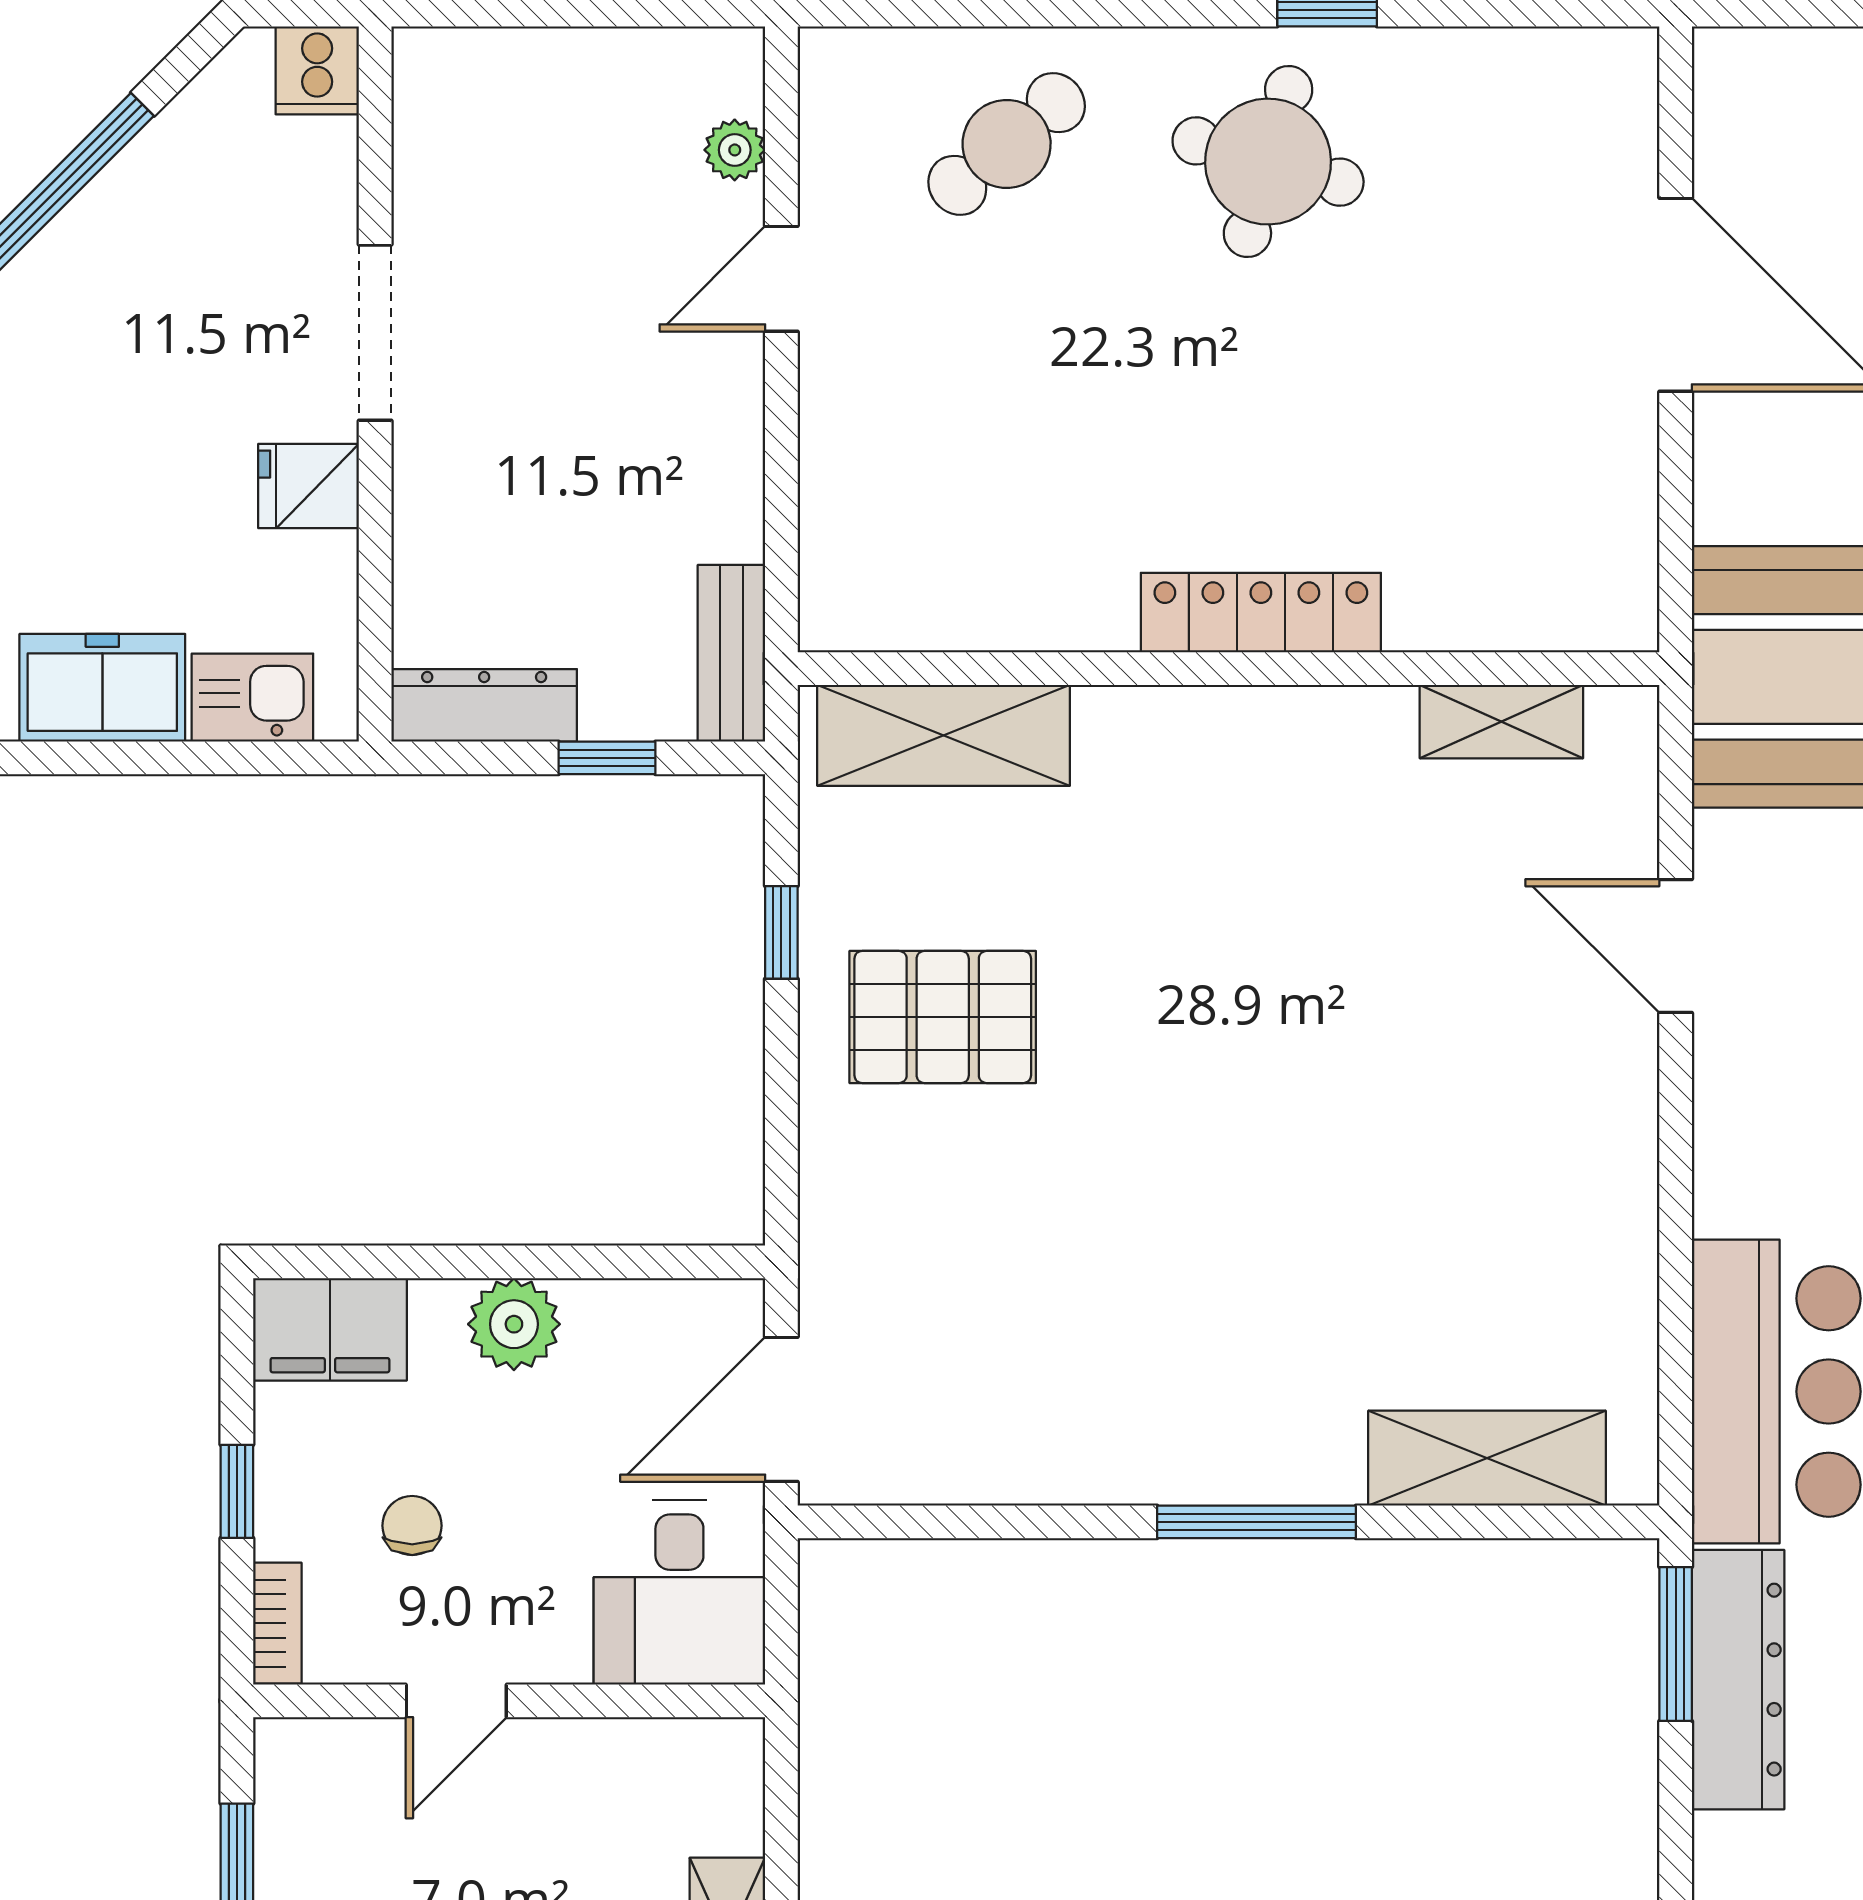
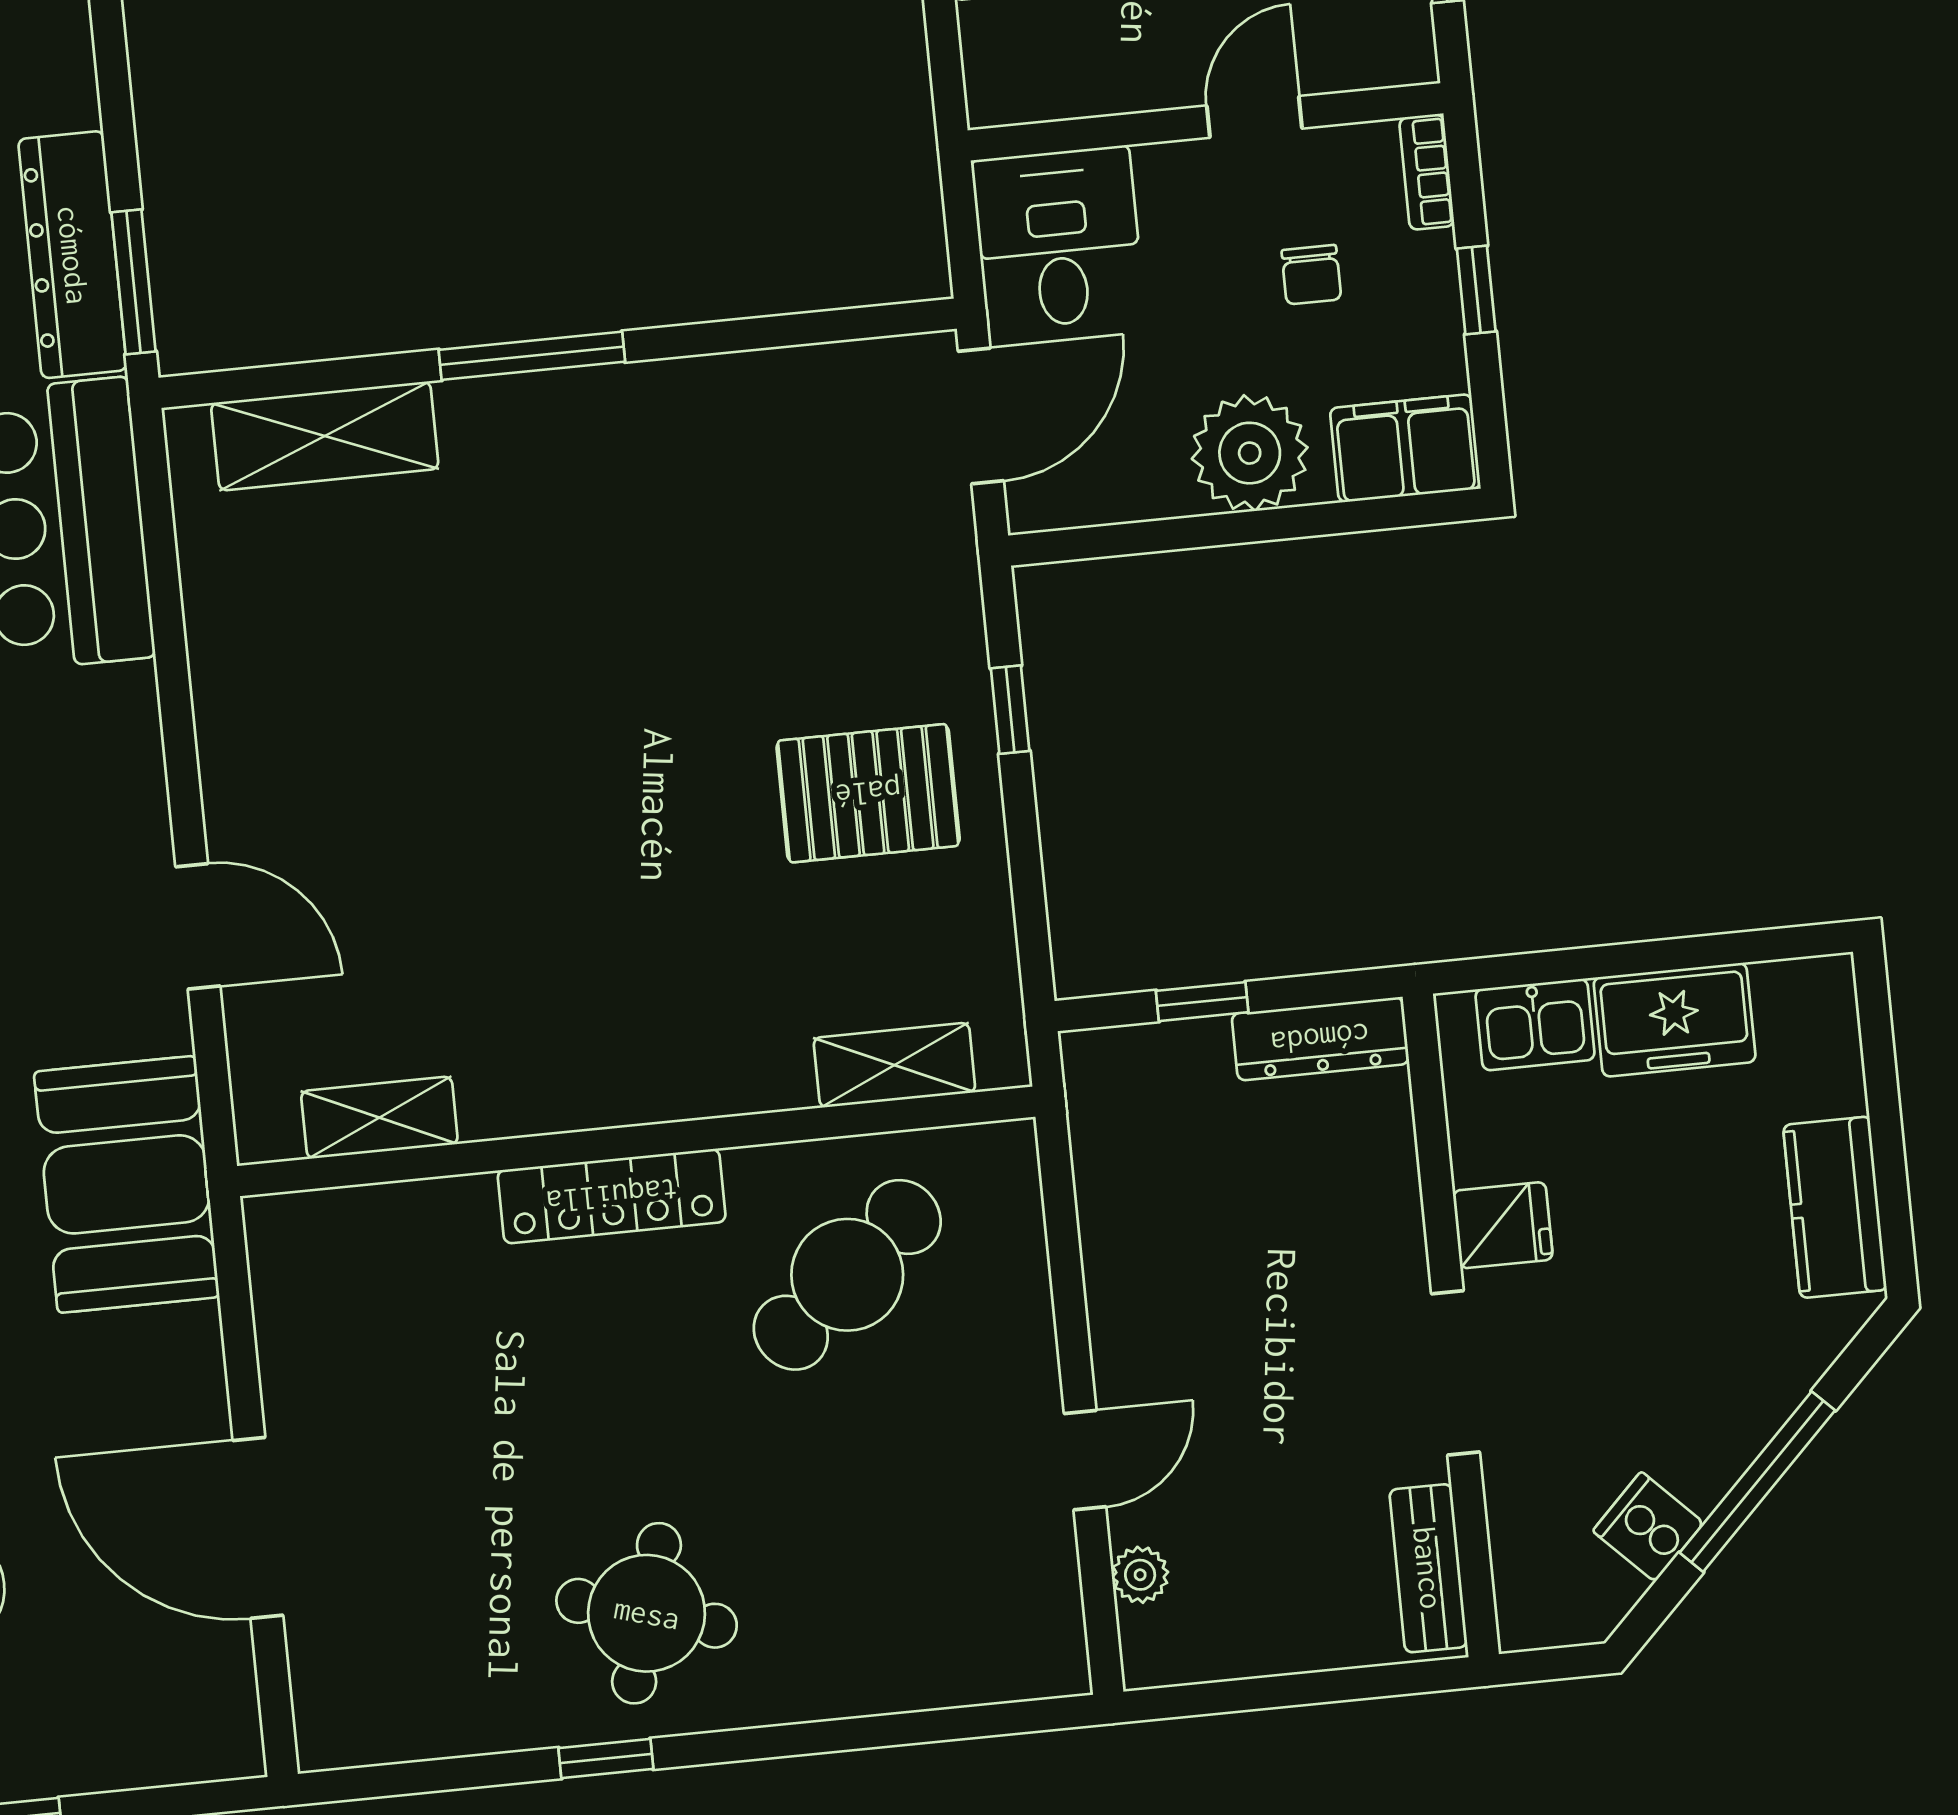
cooker: (317, 70) -> (1648, 1527), moved, turned -45
cafe table: (1007, 144) -> (847, 1275), moved, width x1.37, depth x1.35
bench: (731, 653) -> (1428, 1568), moved
shelving: (944, 735) -> (894, 1065), width x0.67, depth x0.75
window: (781, 932) -> (1010, 710), moved
plant: (514, 1324) -> (1250, 453), width x1.36, depth x1.36

